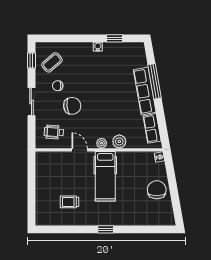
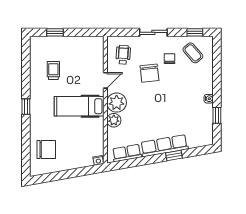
window: (155, 81) -> (174, 155), width x0.46
plant: (102, 143) -> (117, 103), width x1.88, depth x1.88
chair: (157, 190) -> (46, 150), moved
window: (31, 200) -> (55, 32), added

